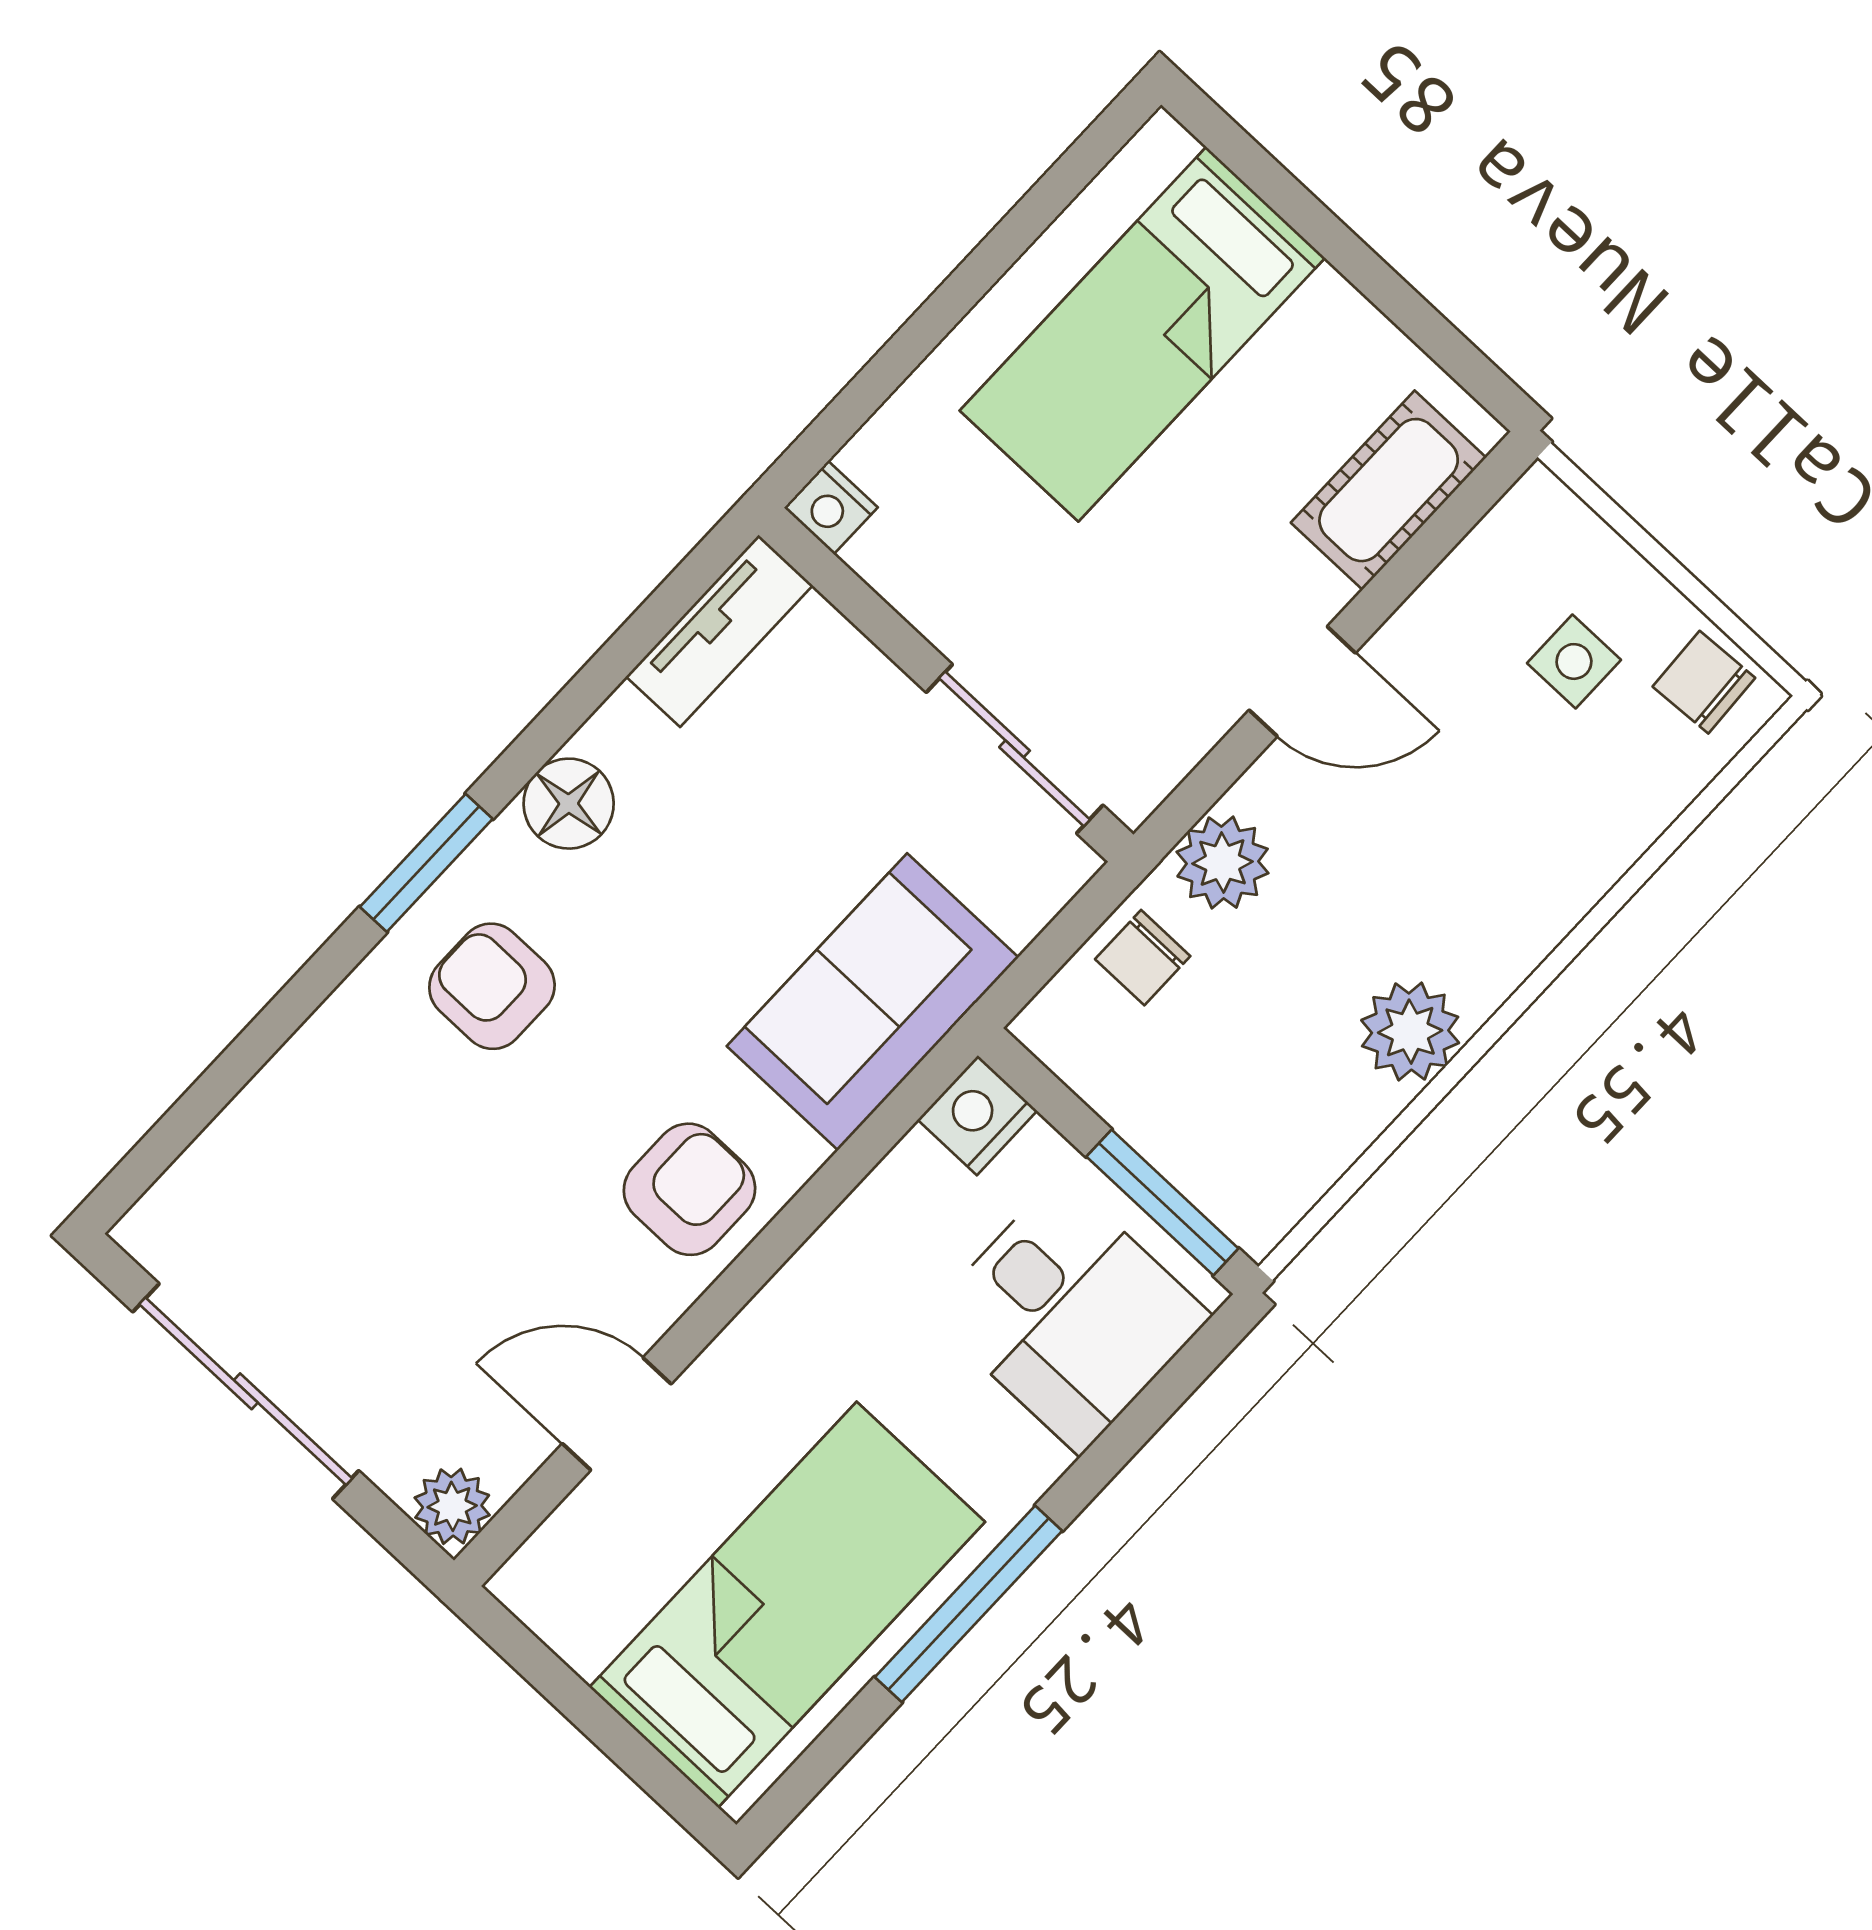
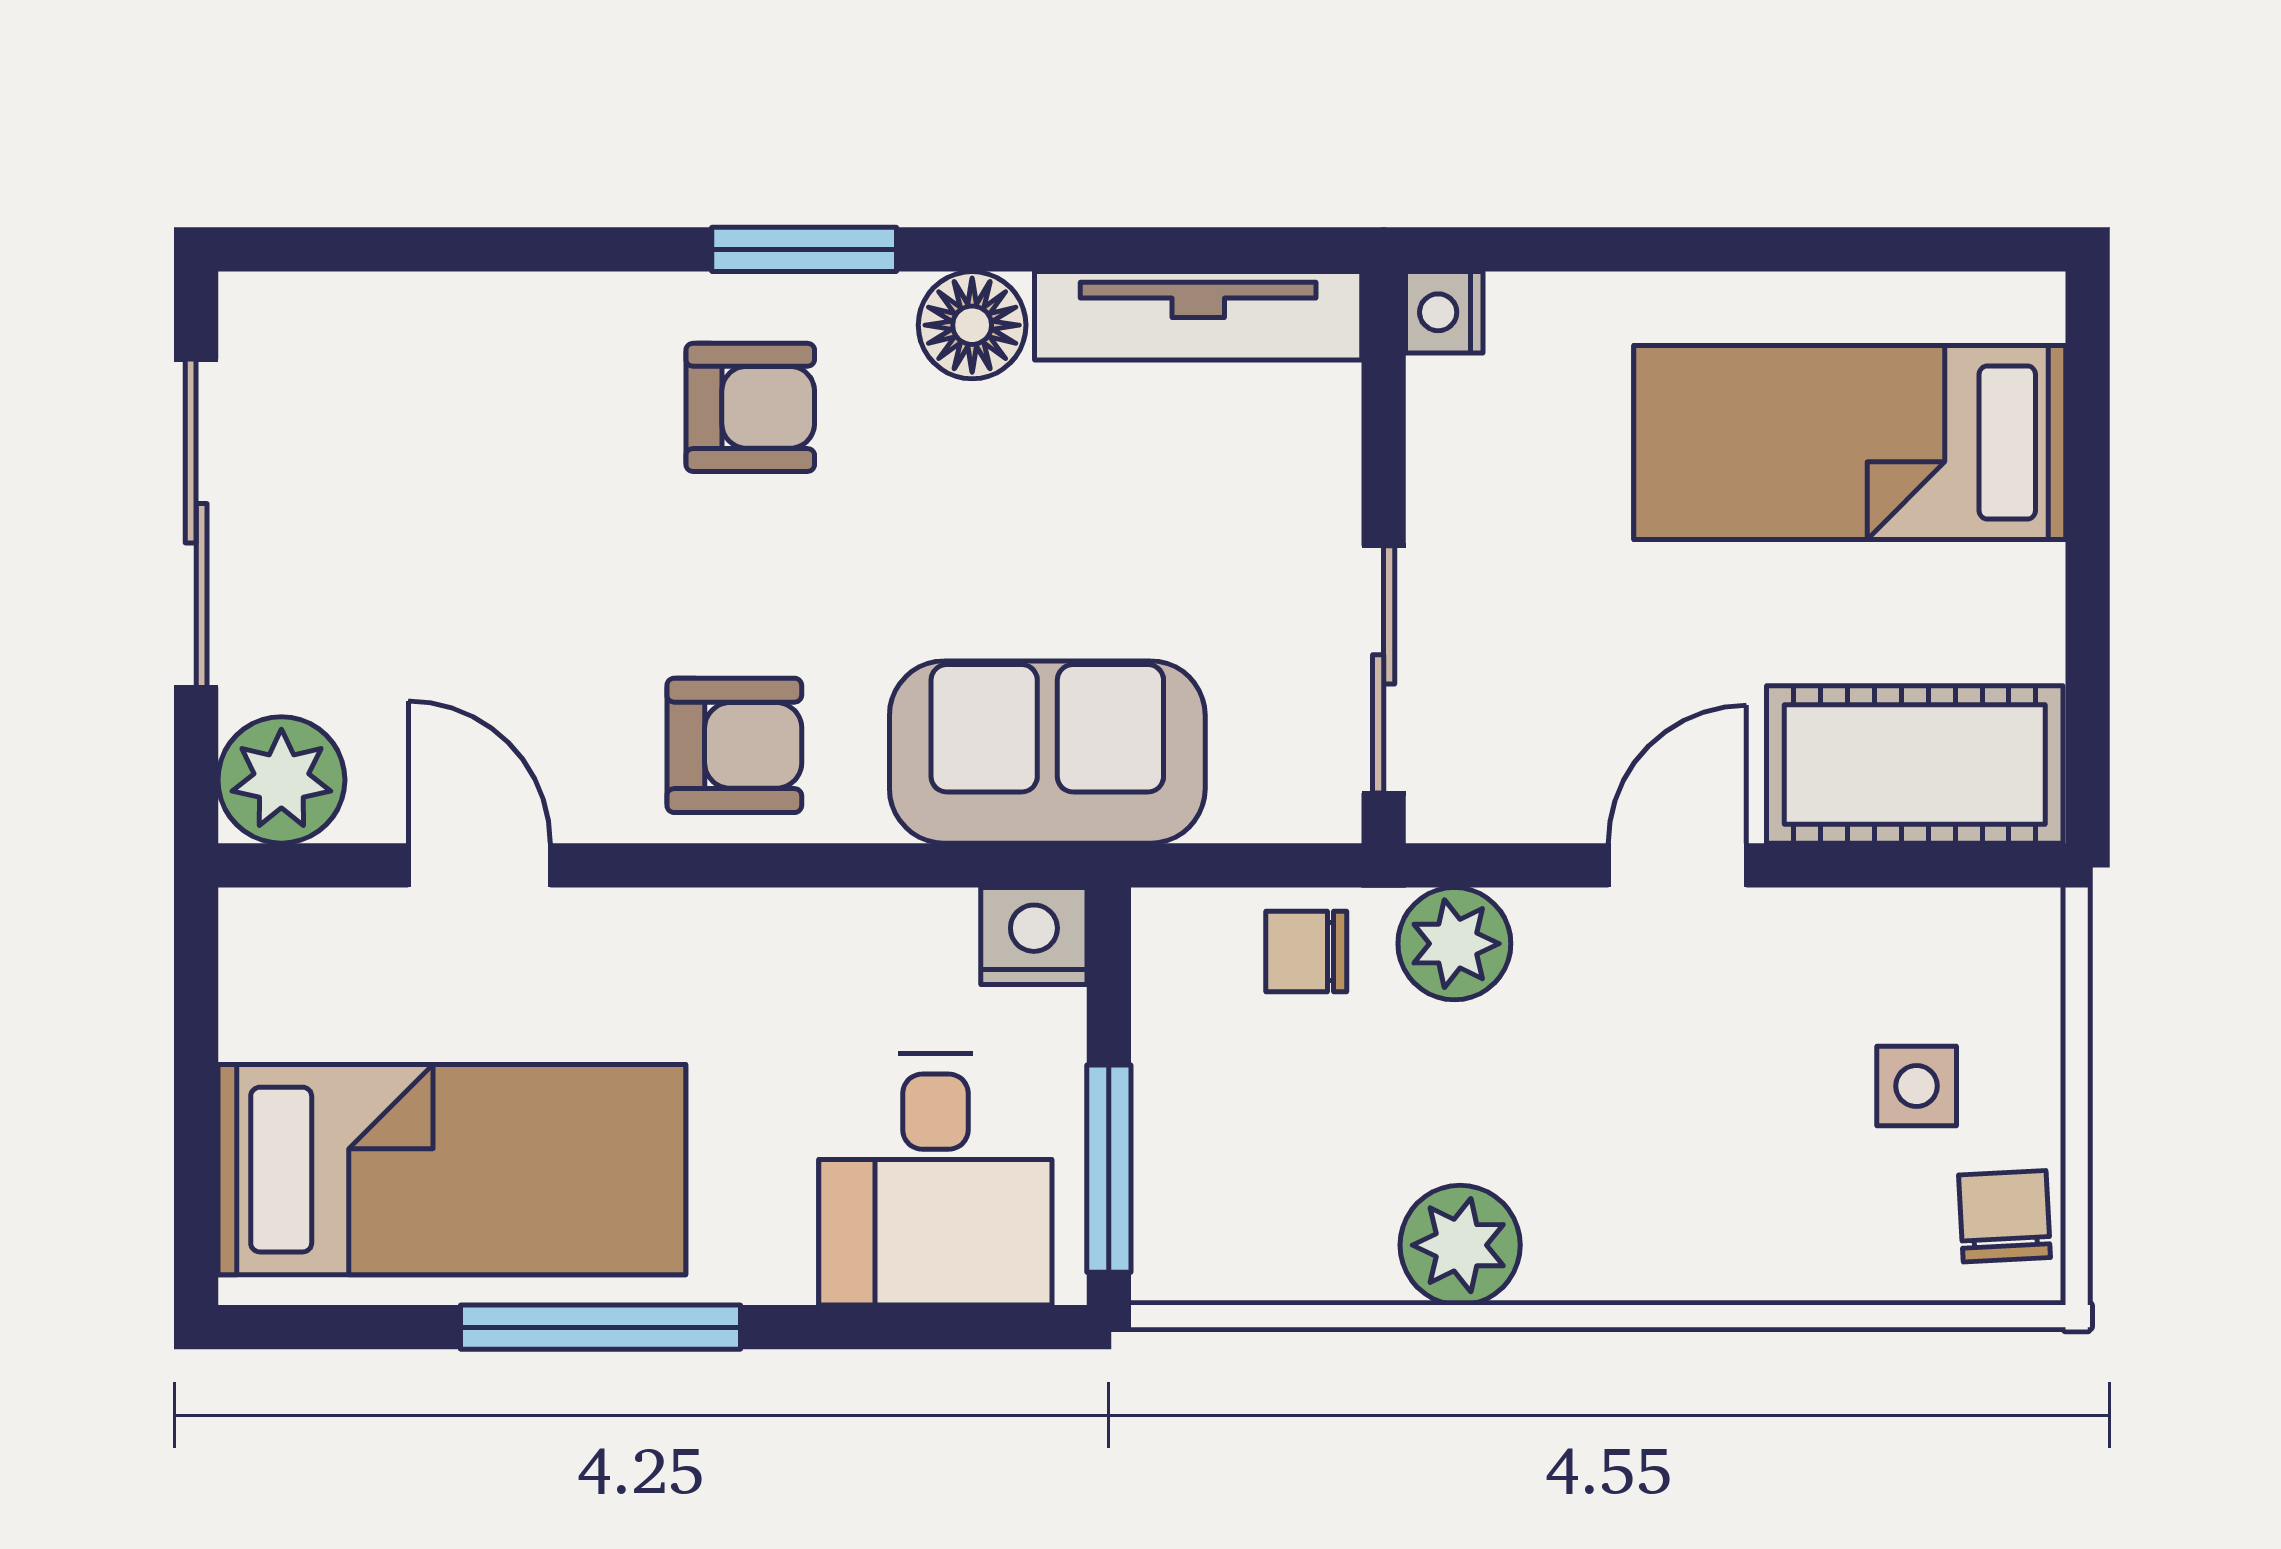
cot: (1389, 490) -> (1915, 764), width x1.37, depth x1.34
tv unit: (719, 631) -> (1198, 316), width x1.41
door: (1302, 681) -> (1677, 865), swing flipped
armchair: (492, 986) -> (750, 407), turned 90
plant: (452, 1506) -> (281, 780), width x1.38, depth x1.38

